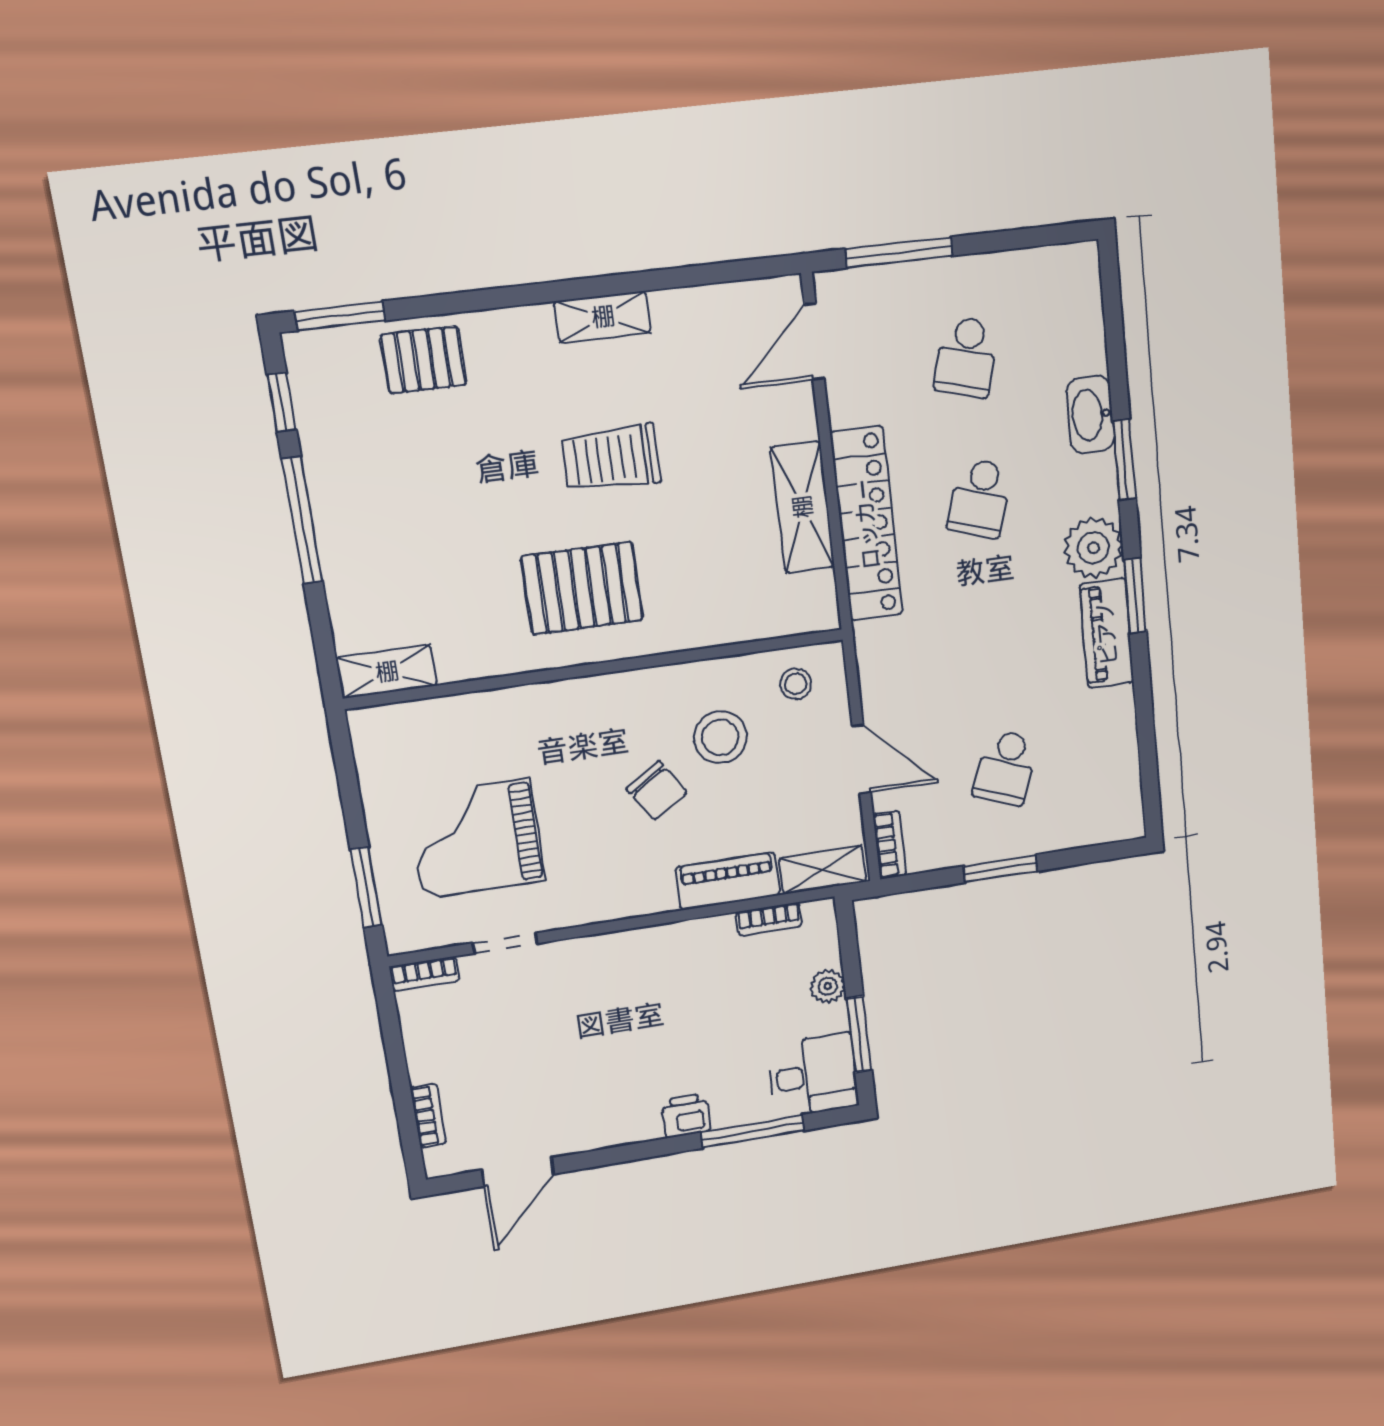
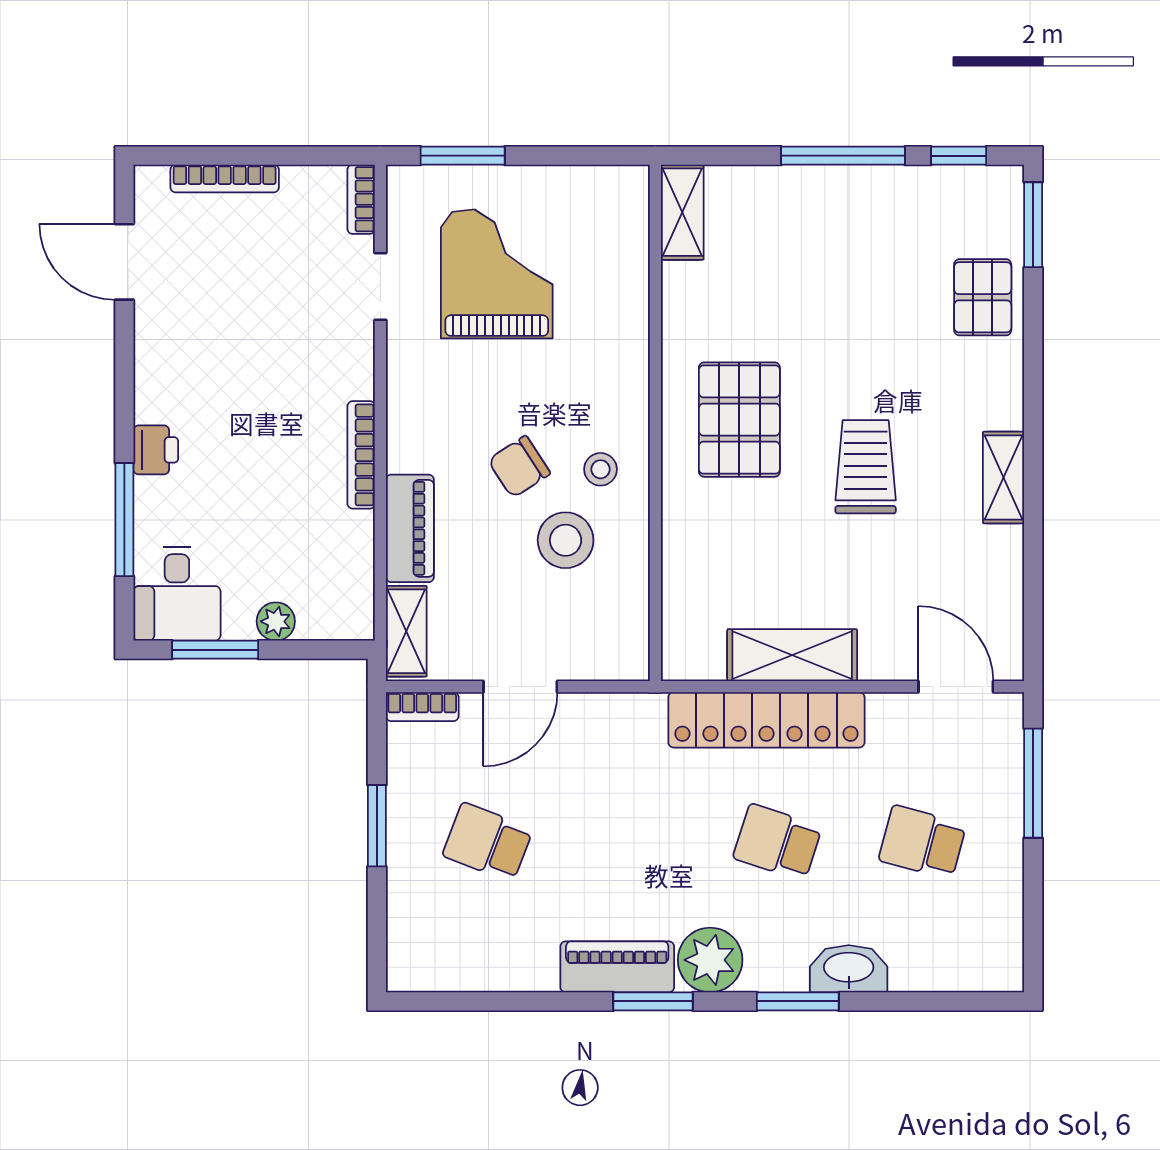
stool: (796, 684) -> (601, 469), moved
bookcase: (769, 919) -> (361, 455), moved, width x1.56
bookcase: (428, 1115) -> (225, 178), width x1.56

